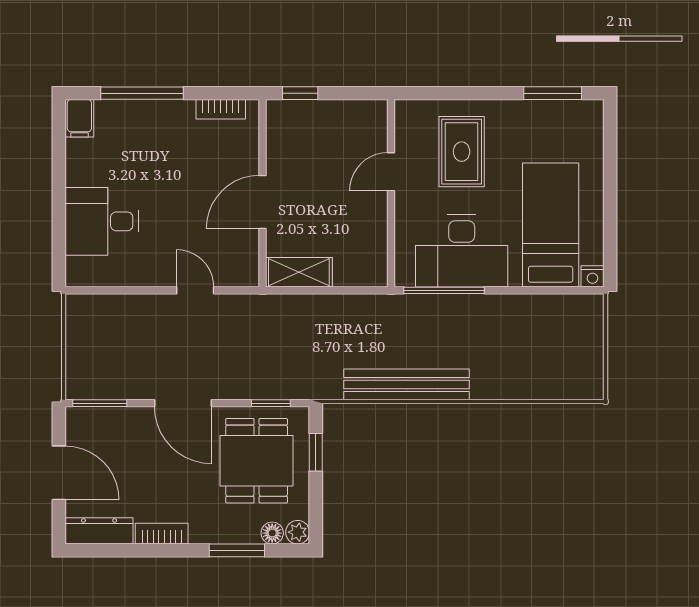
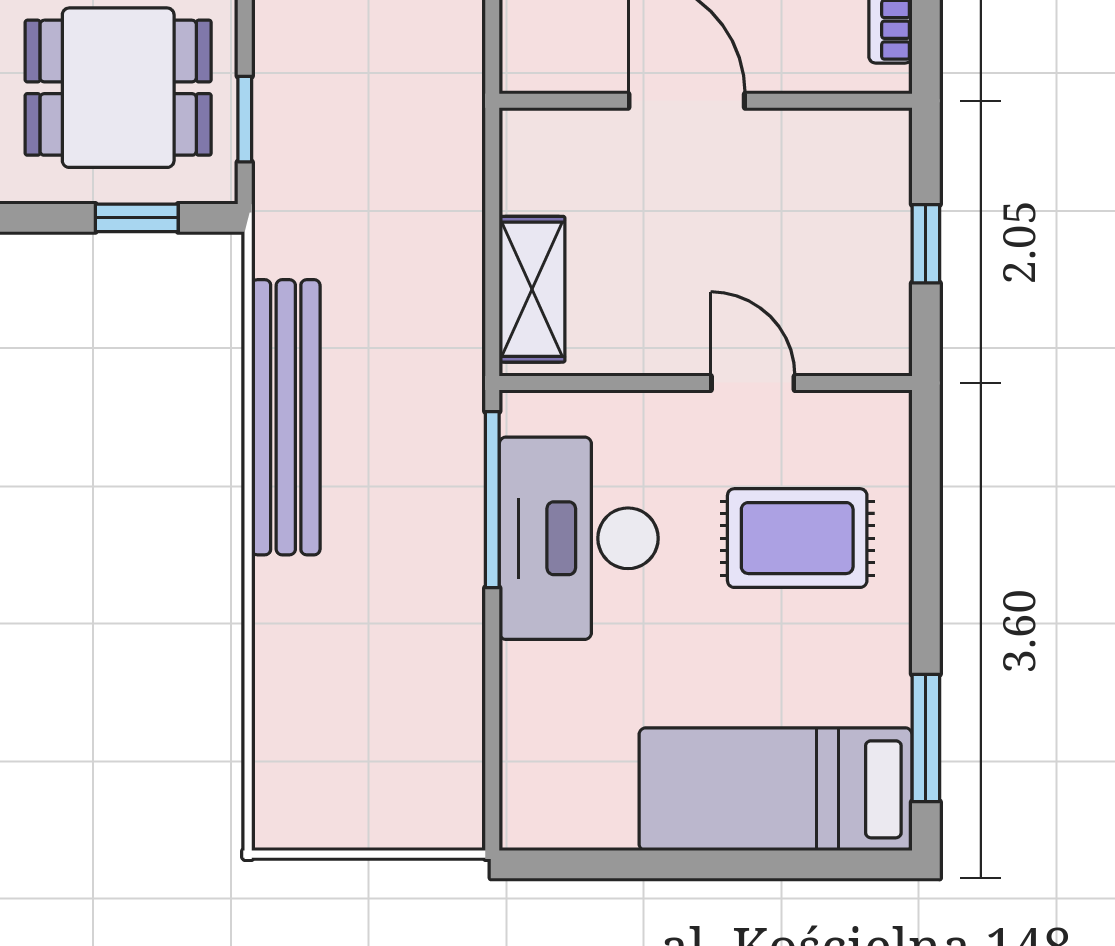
window: (300, 93) -> (926, 244), moved
bed: (551, 225) -> (776, 789), moved, turned 180
shelving: (299, 272) -> (532, 289), moved
nightstand: (592, 276) -> (523, 826), removed

